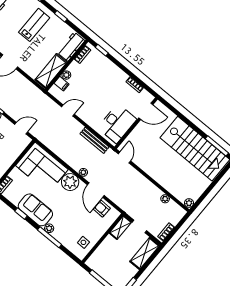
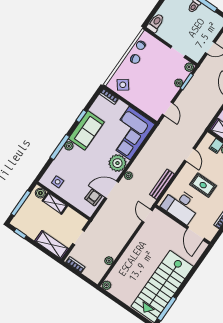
rug: (99, 100) -> (203, 185), added
door: (124, 157) -> (147, 216), swing flipped
shelving: (120, 228) -> (55, 203), moved
boiler: (93, 260) -> (40, 193), added

